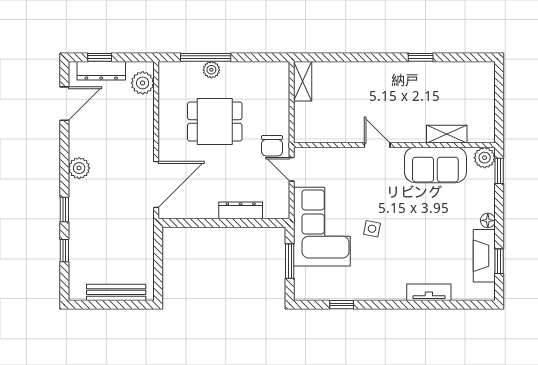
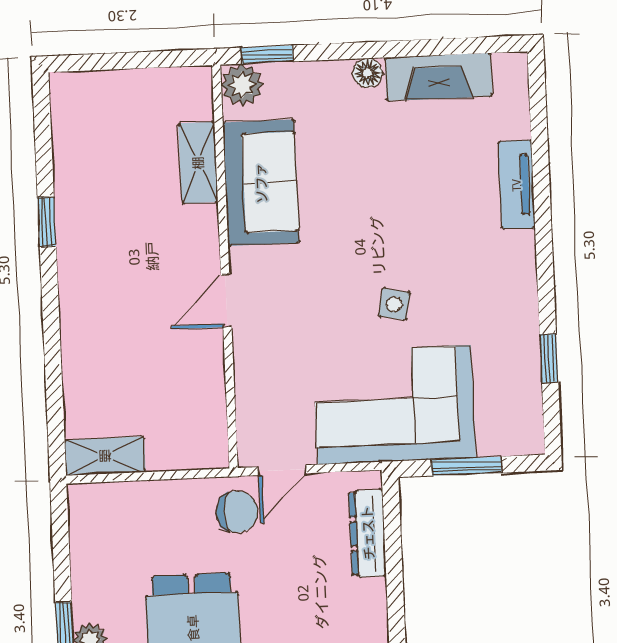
dresser: (241, 210) -> (368, 533), moved
window: (499, 261) -> (448, 47), removed

